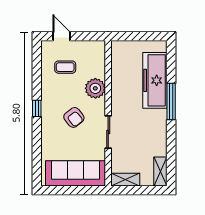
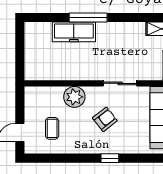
freezer: (155, 80) -> (74, 32), width x0.73, depth x0.79
window: (37, 108) -> (110, 158), moved

